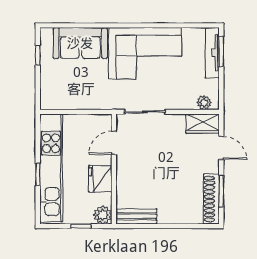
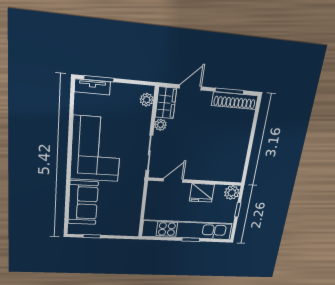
tv unit: (212, 53) -> (92, 87), width x0.71
plant: (178, 121) -> (160, 125), added
door: (114, 143) -> (173, 180), swing flipped
bench: (136, 216) -> (238, 166), removed

